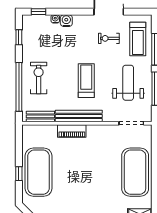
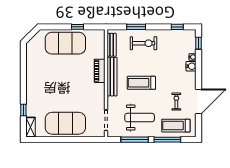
treadmill: (86, 81) -> (141, 83), turned 180
window: (19, 87) -> (136, 27), width x0.47
window: (19, 174) -> (77, 27), moved

